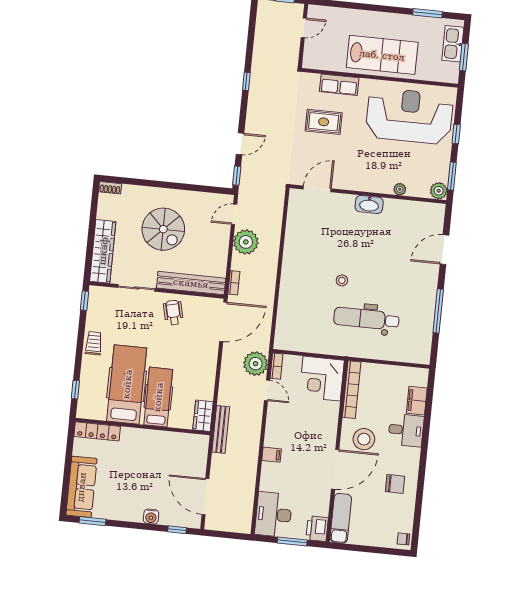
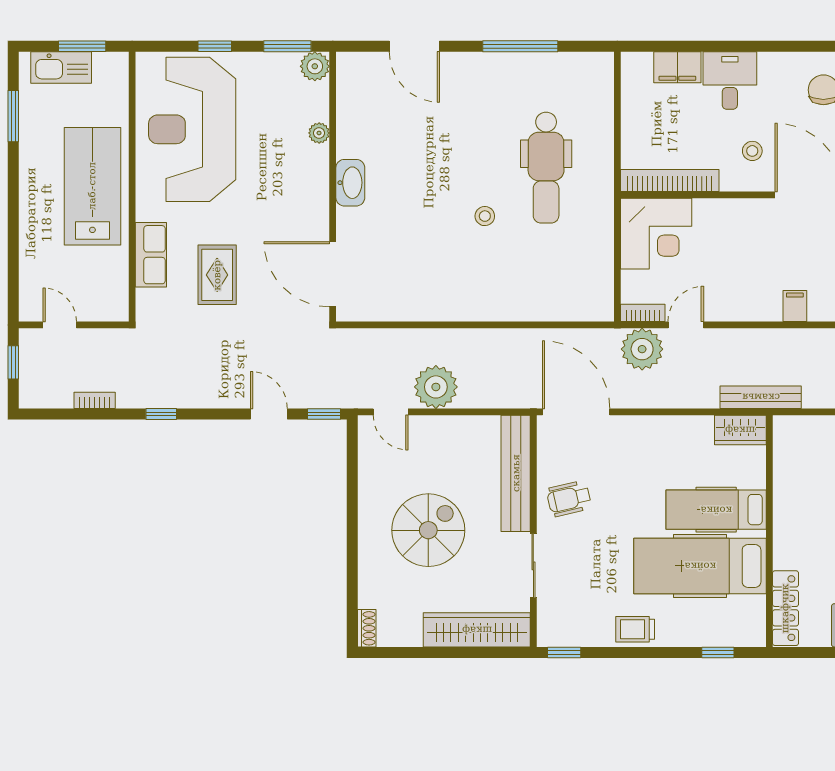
door: (317, 189) -> (333, 274), width x1.36
bookcase: (234, 283) -> (95, 400), moved
stool: (364, 439) -> (752, 151), width x0.53, depth x0.53

